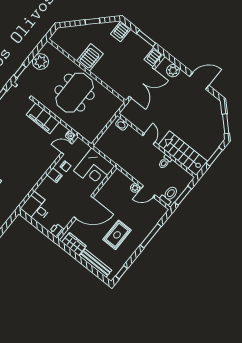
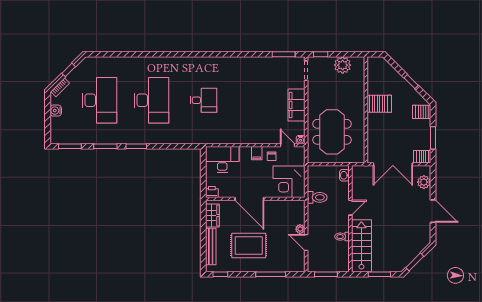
meeting table: (75, 93) -> (332, 132), moved, turned 90
toilet: (169, 195) -> (317, 197), moved
desk: (36, 207) -> (222, 159), width x1.37
rug: (117, 235) -> (249, 245), width x1.36, depth x1.43

